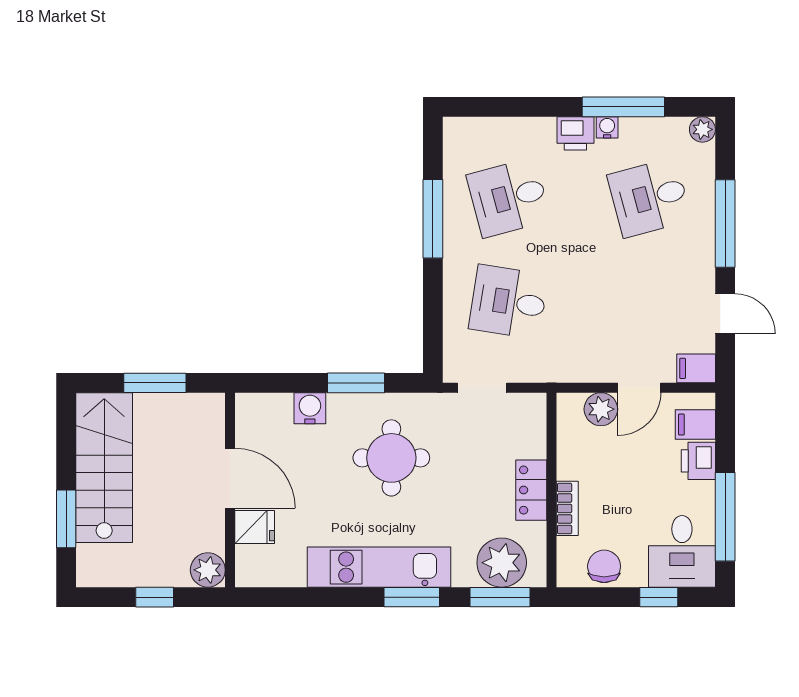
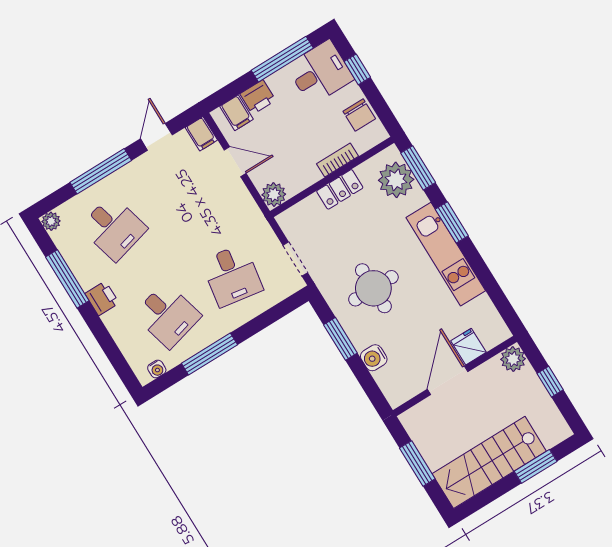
water cooler: (607, 127) -> (157, 369), moved, turned -90
plant: (601, 409) -> (274, 194), moved
chair: (604, 566) -> (359, 115), turned -90

